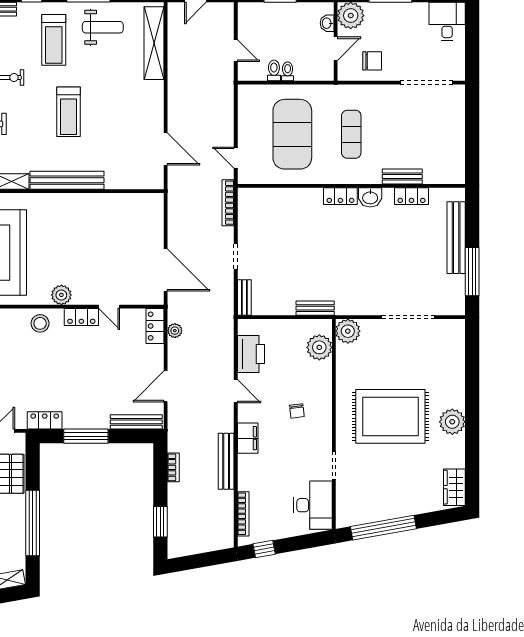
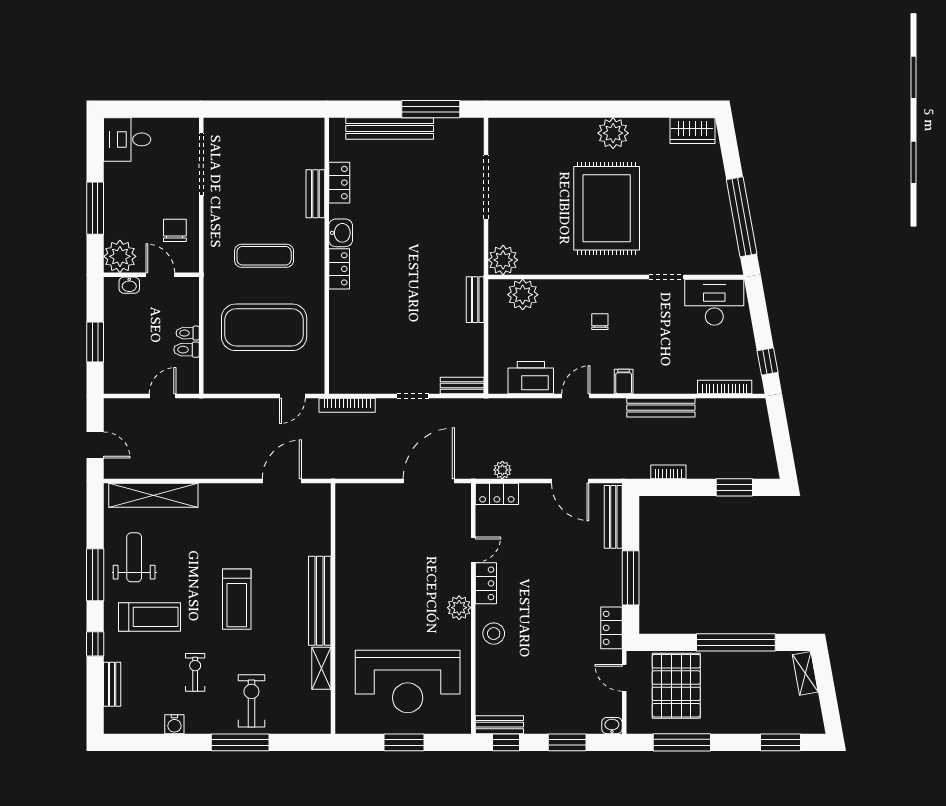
treadmill: (68, 112) -> (237, 599), turned 90
chair: (297, 411) -> (600, 322), turned -83
filing cabinet: (248, 438) -> (624, 381), width x0.50

